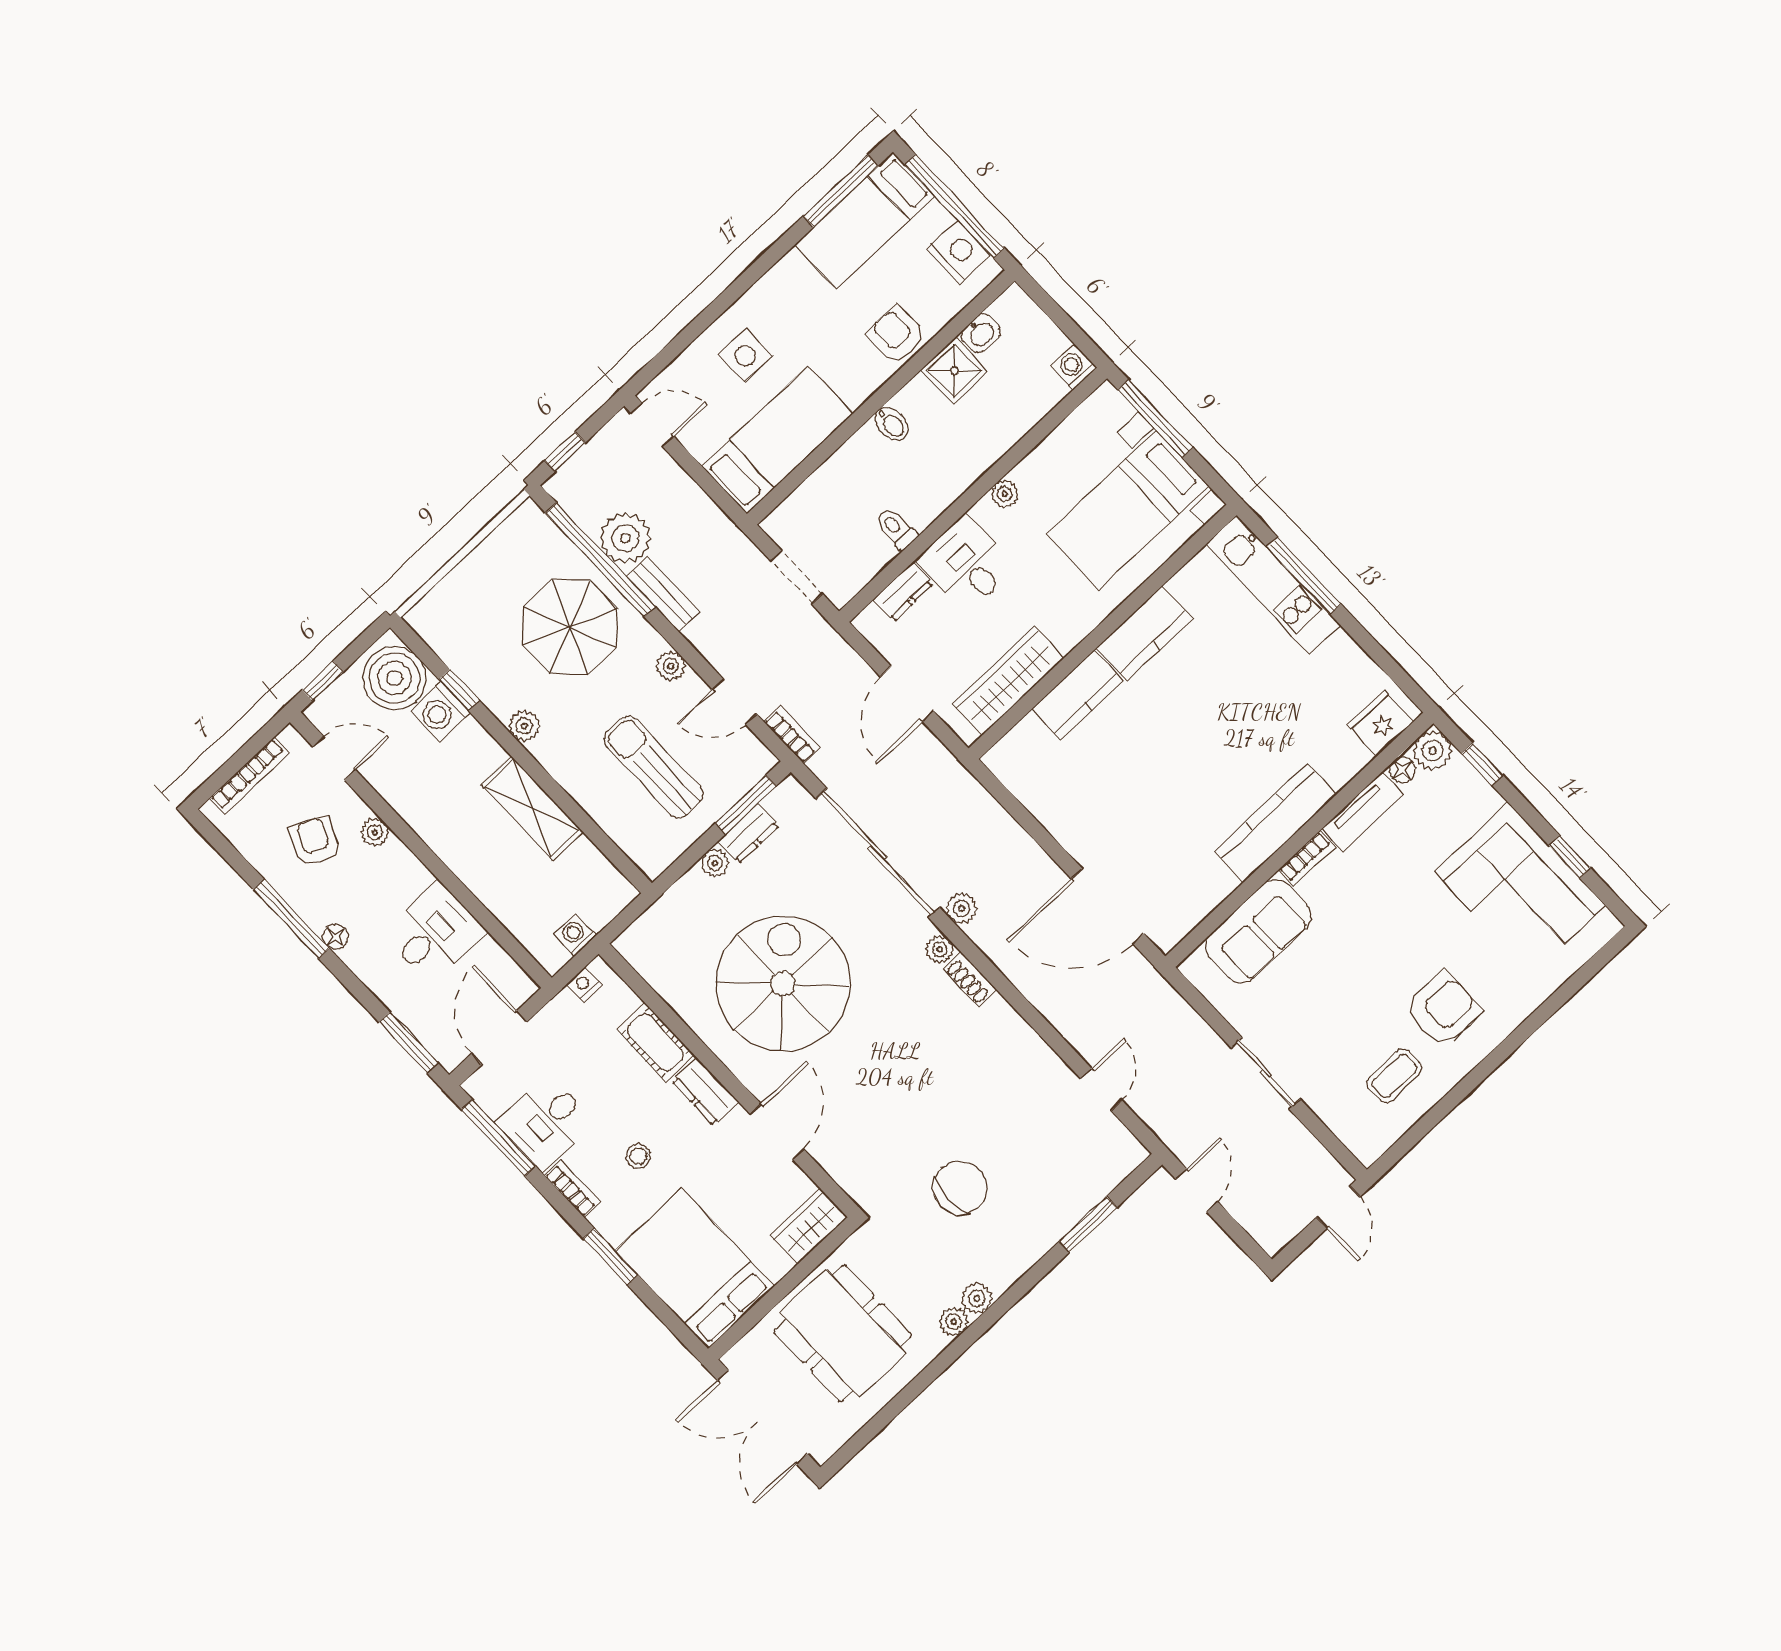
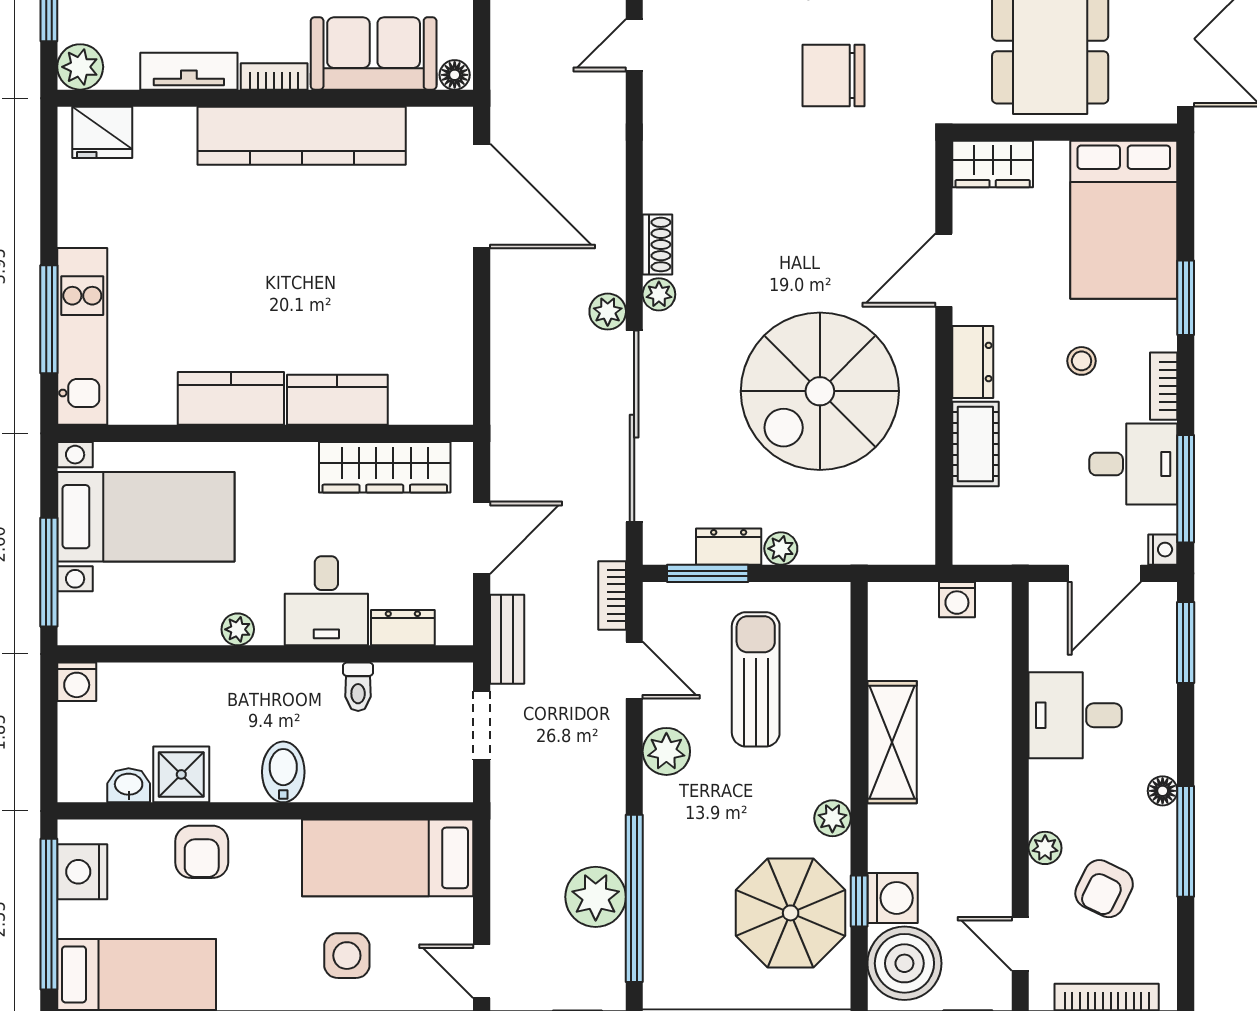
bidet: (891, 424) -> (283, 772), width x1.38, depth x1.36
bench: (663, 594) -> (507, 639), moved
parasol: (570, 627) -> (791, 913), moved
plant: (671, 666) -> (666, 751), width x1.38, depth x1.38
sun lounger: (654, 767) -> (756, 679), turned 180
floor lamp: (1402, 770) -> (455, 75), moved
kitchen counter: (1275, 823) -> (302, 136), width x1.39, depth x1.17
nightstand: (584, 984) -> (1163, 550), moved, turned -90

